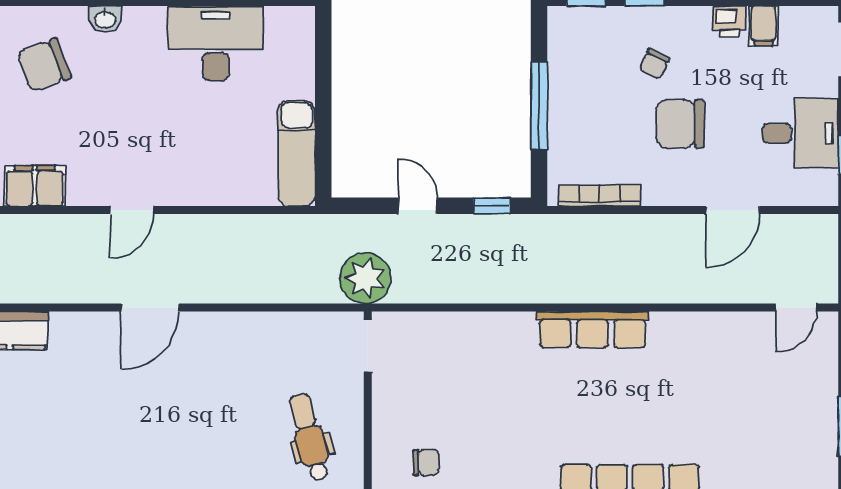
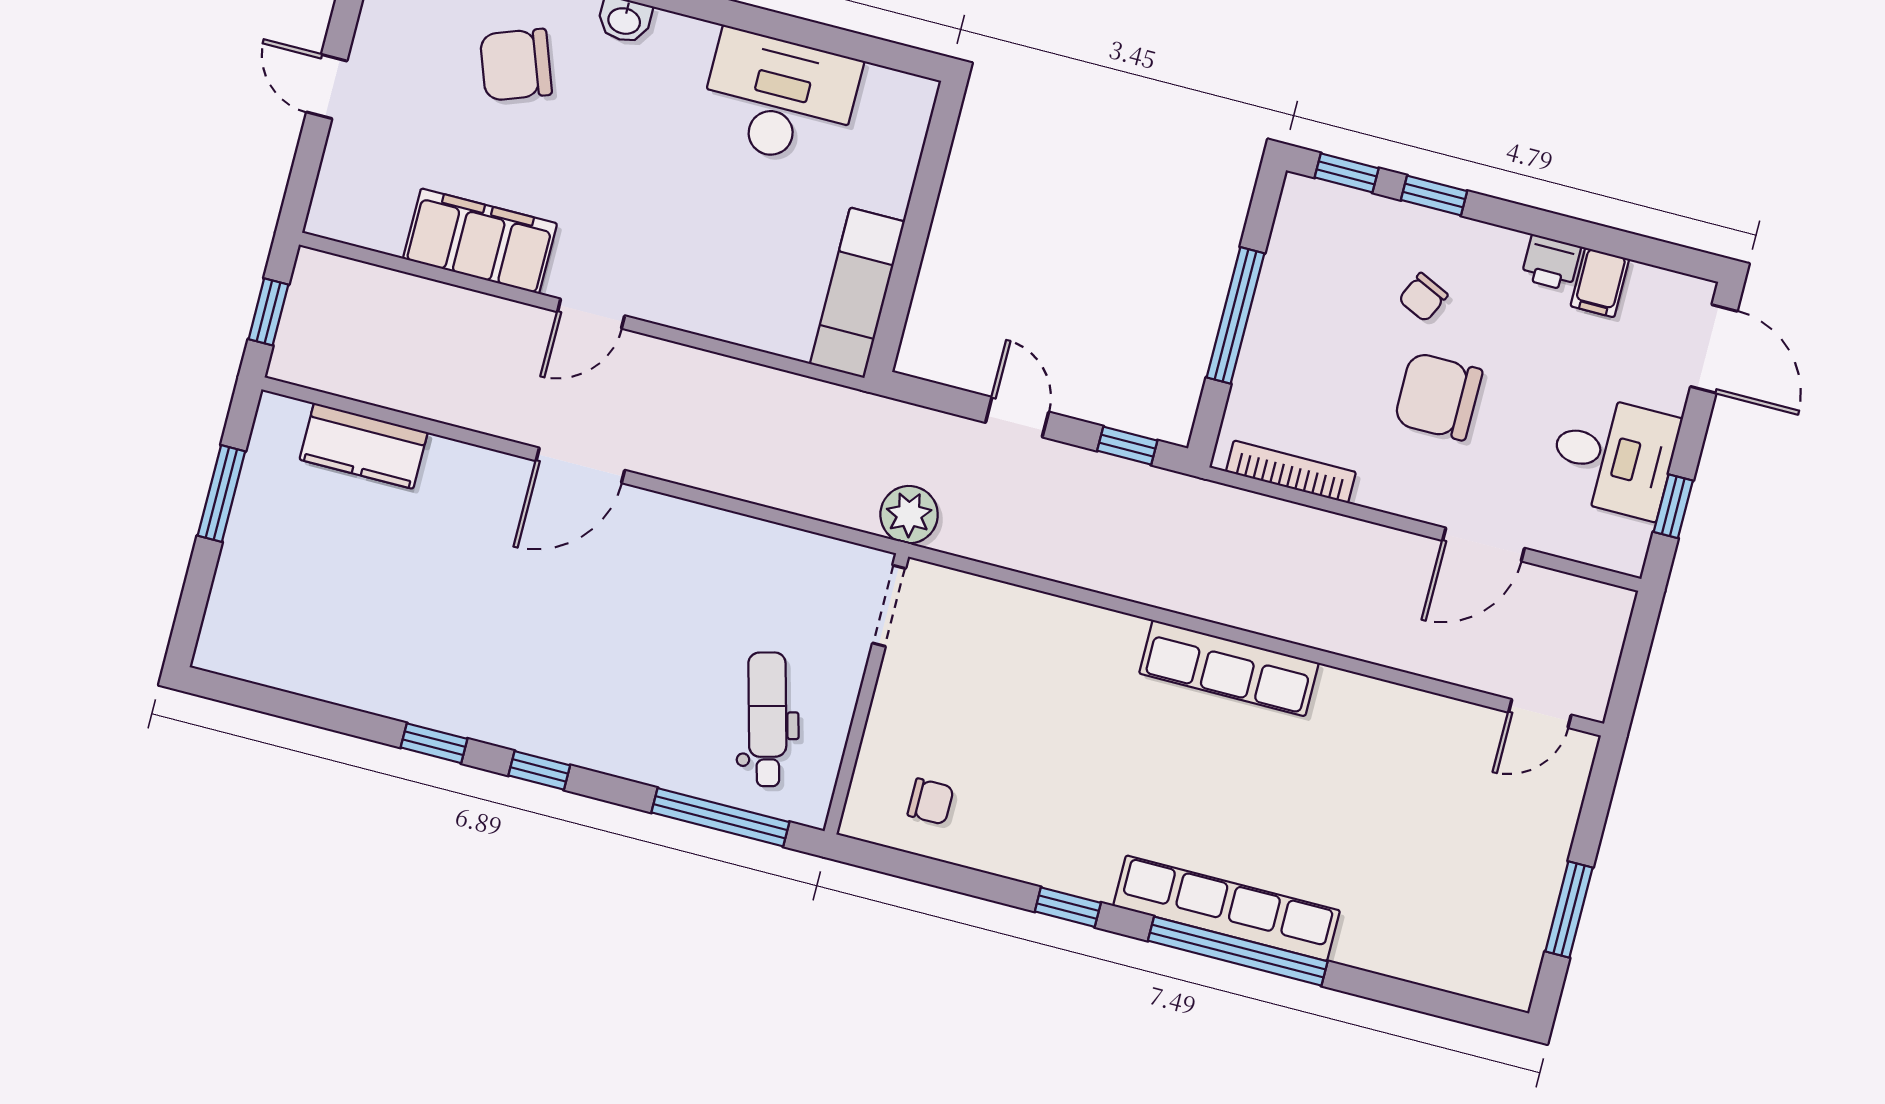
filing cabinet: (35, 186) -> (480, 241), width x1.50, depth x1.17
plant: (365, 278) -> (909, 515), width x0.73, depth x0.73

